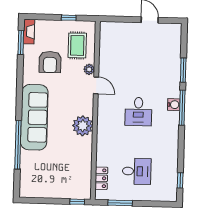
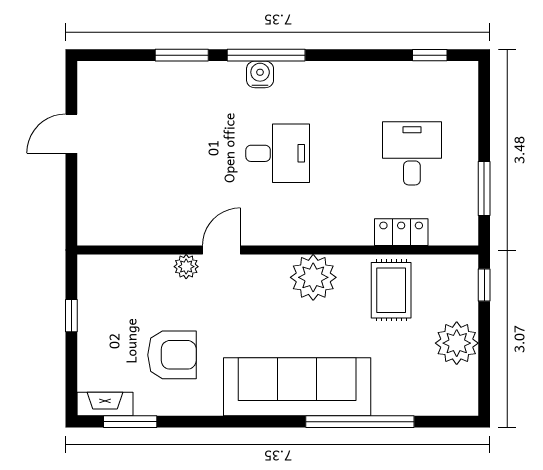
rug: (77, 45) -> (391, 290), moved, turned 90
locker: (101, 178) -> (401, 232), moved
plant: (52, 189) -> (457, 343), added

